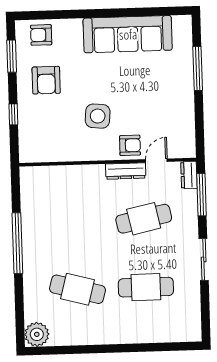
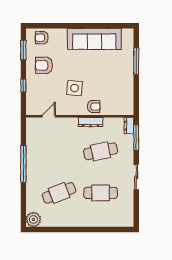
armchair: (46, 80) -> (44, 65), turned 90
door: (156, 161) -> (49, 116), moved
cafe table: (77, 289) -> (59, 193), turned -36

